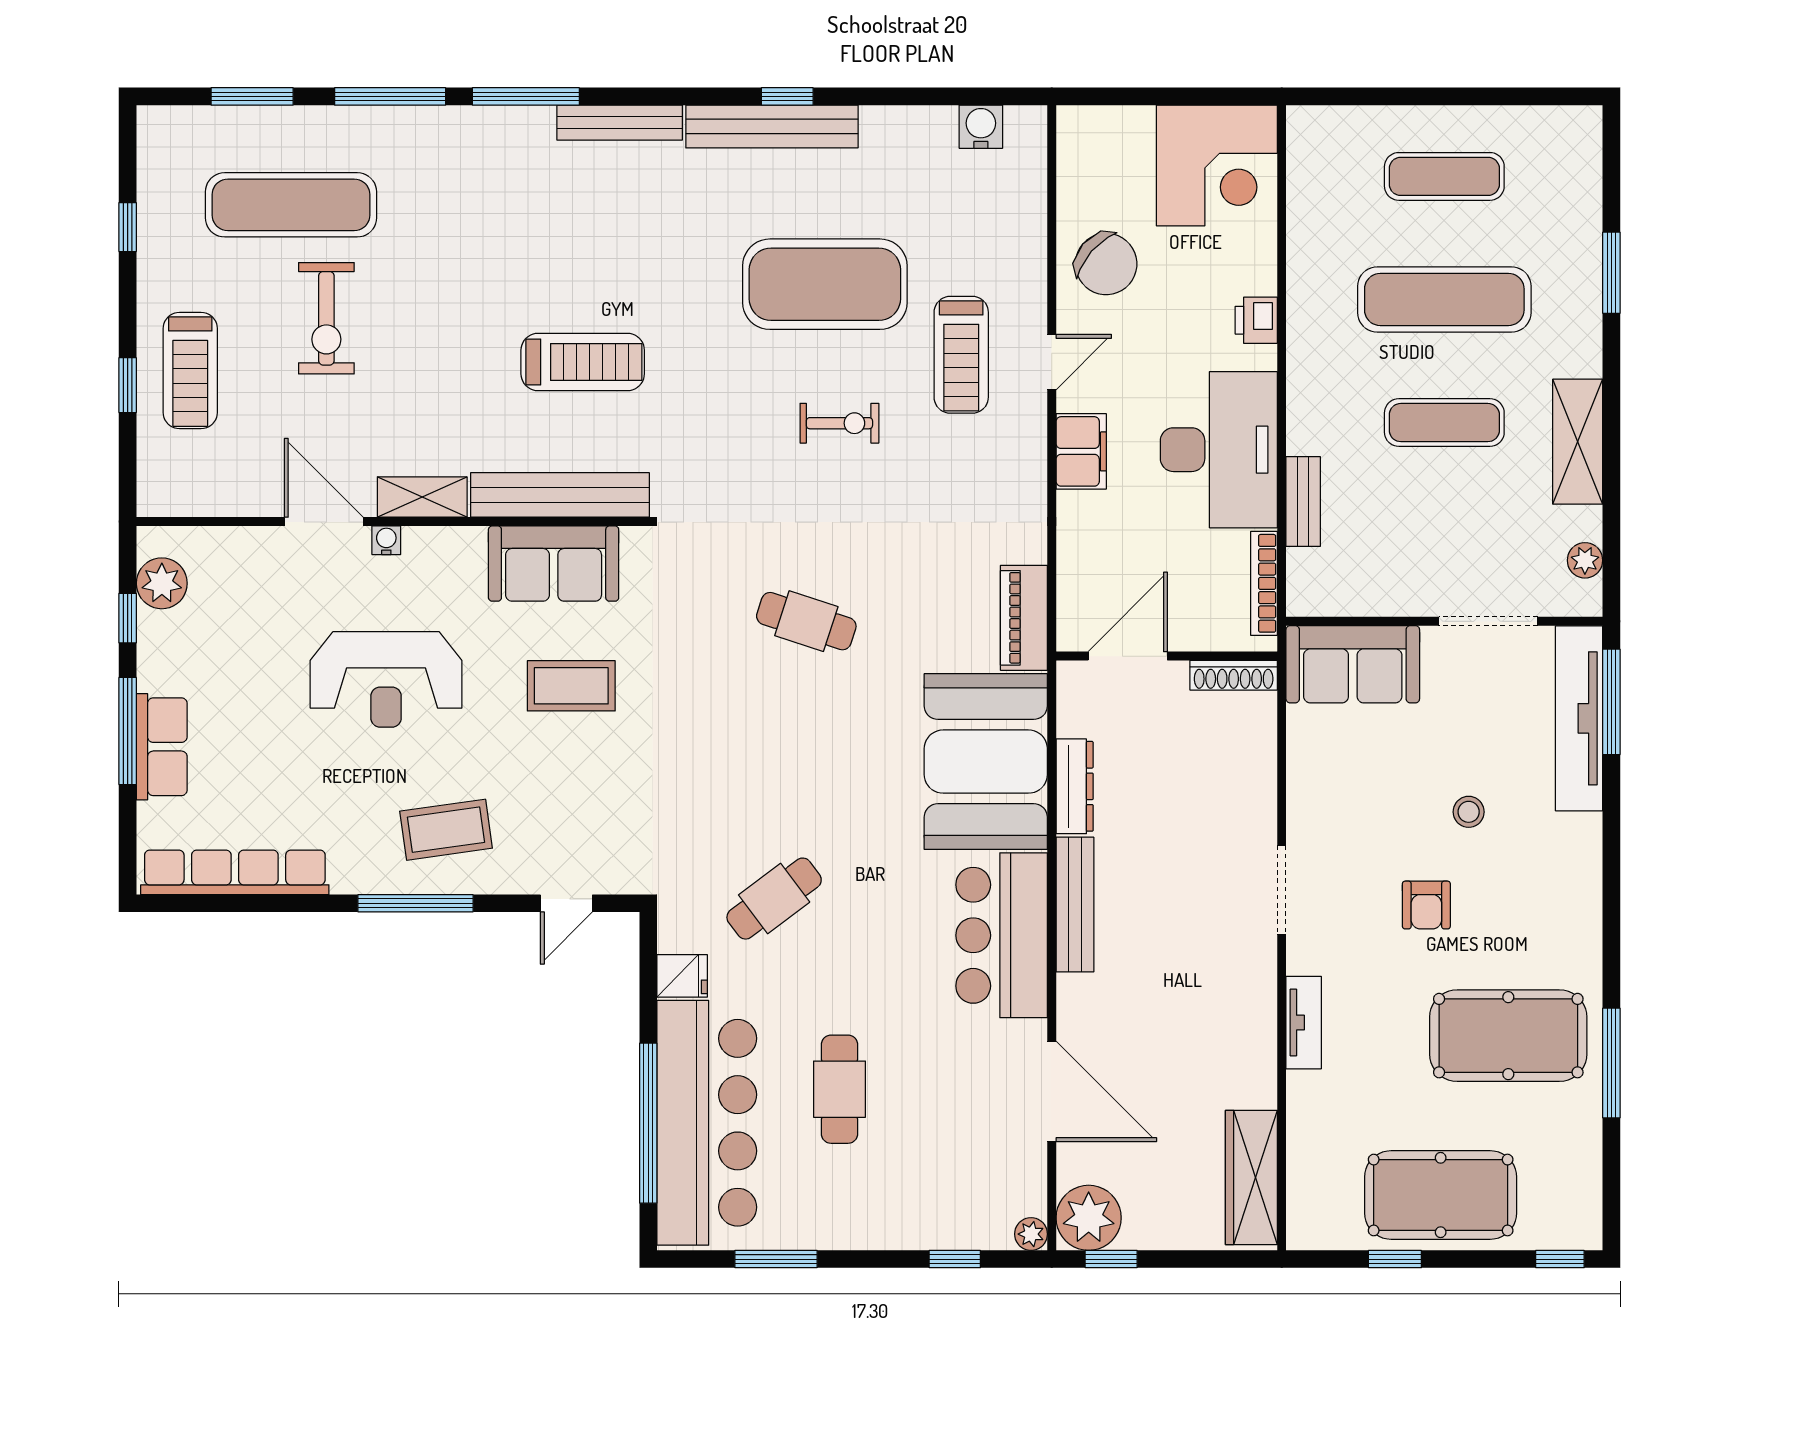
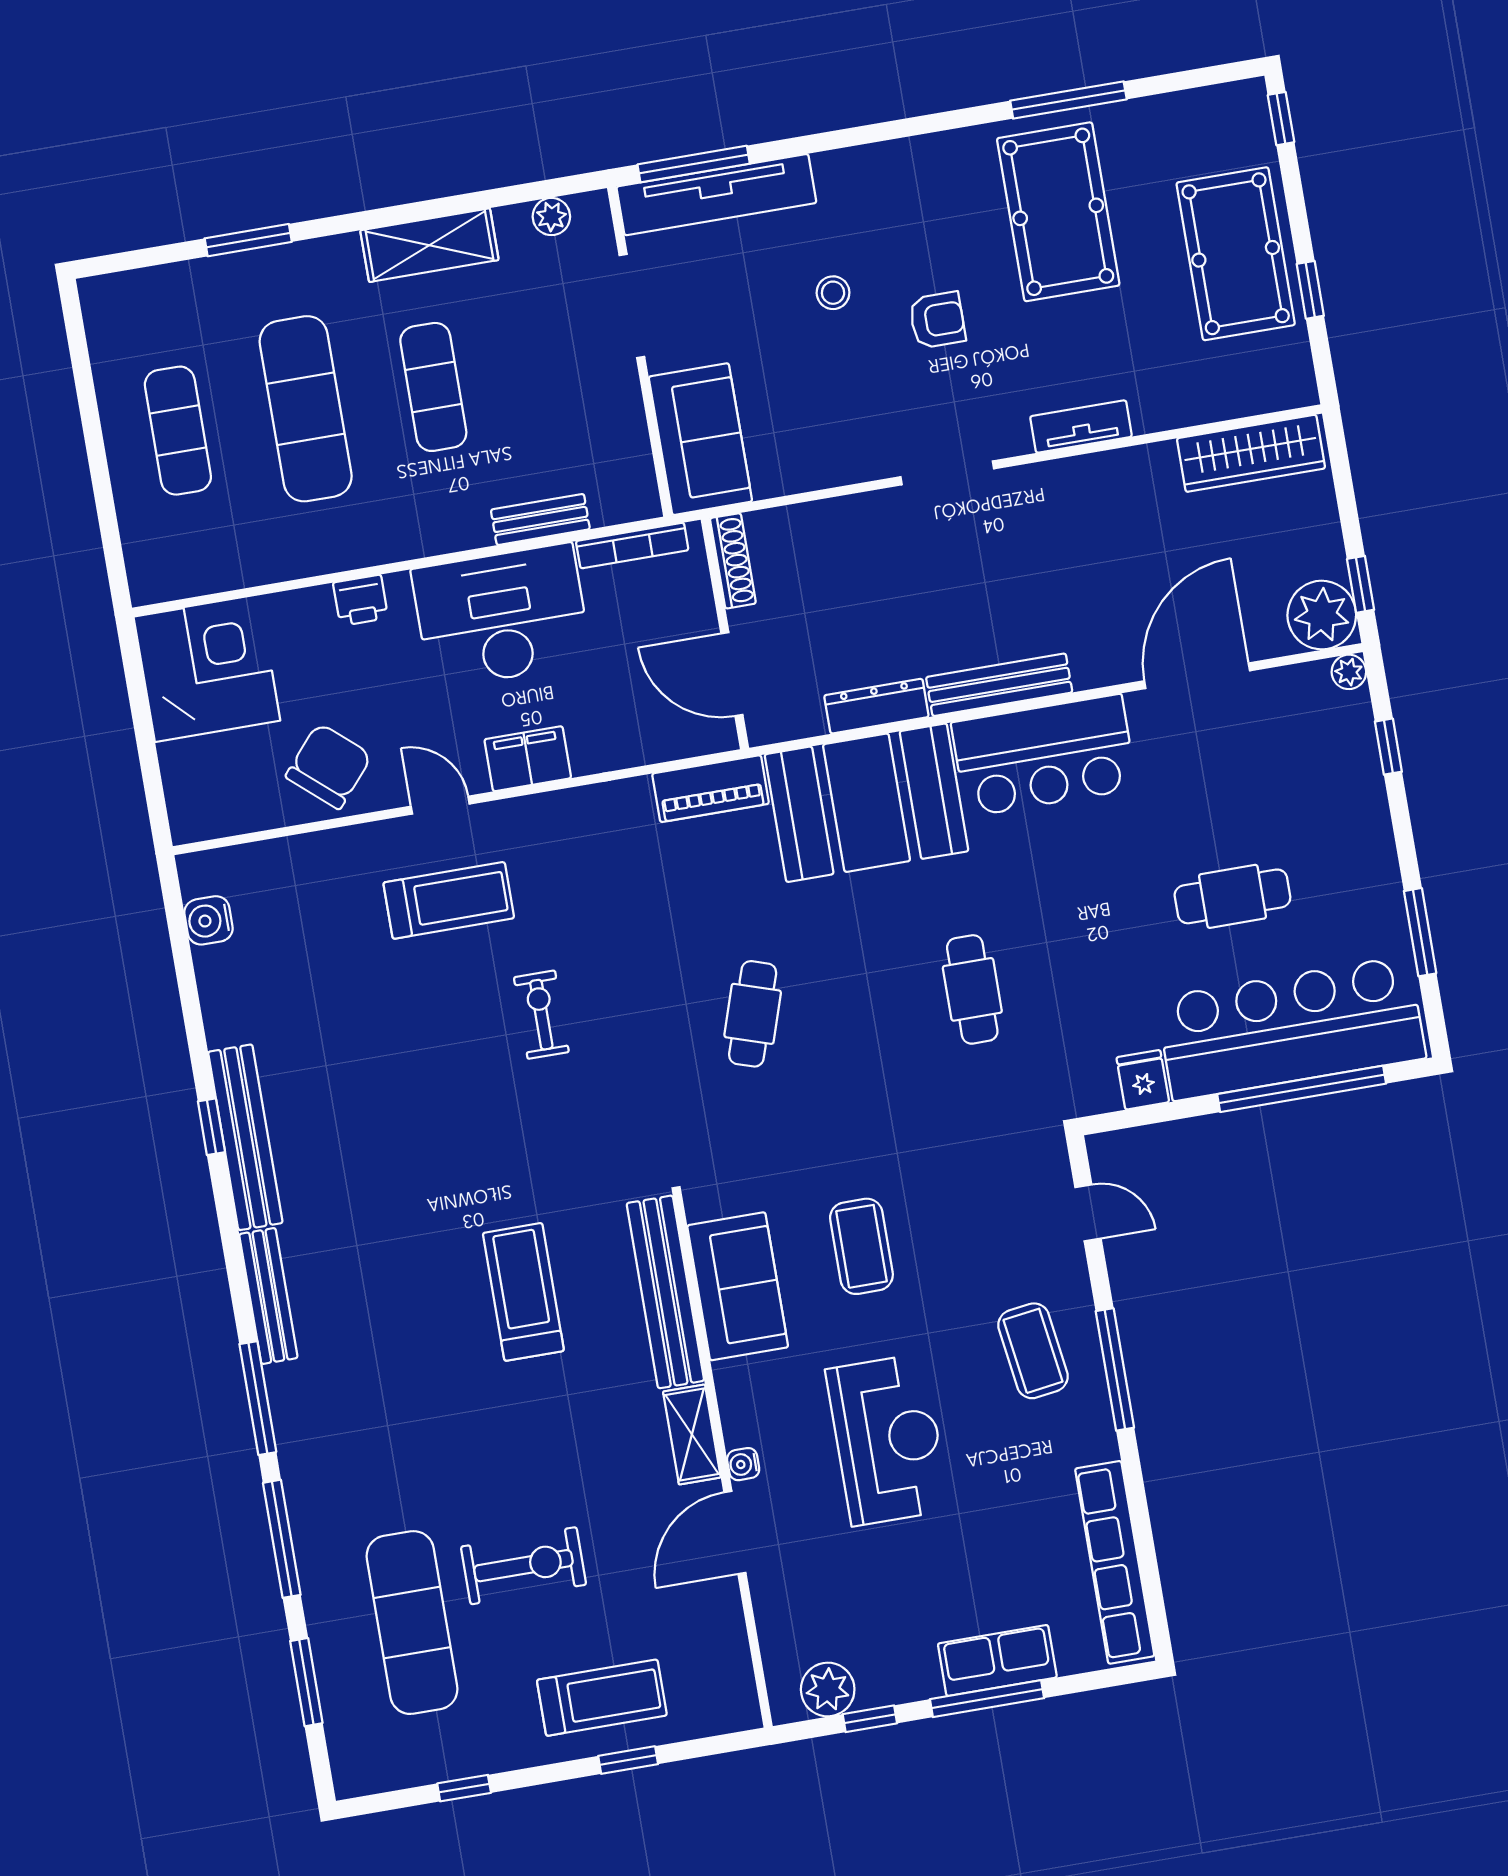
exercise mat: (825, 284) -> (400, 1054), removed
cafe table: (774, 899) -> (972, 989), moved, turned 37

